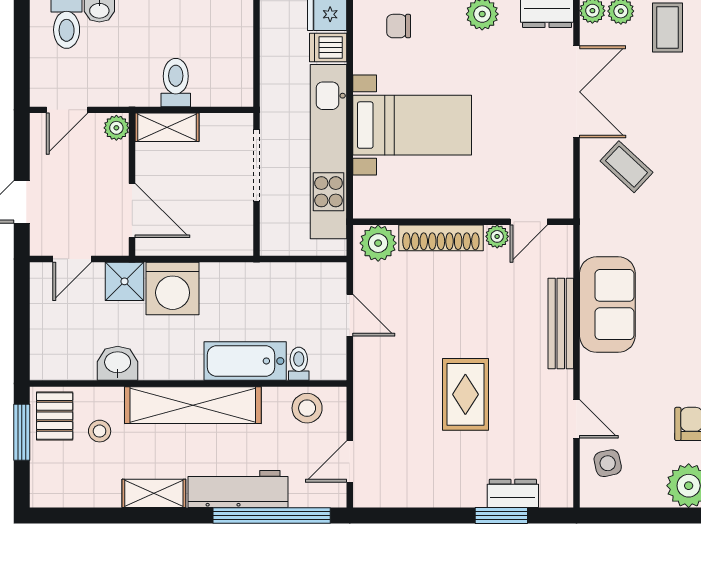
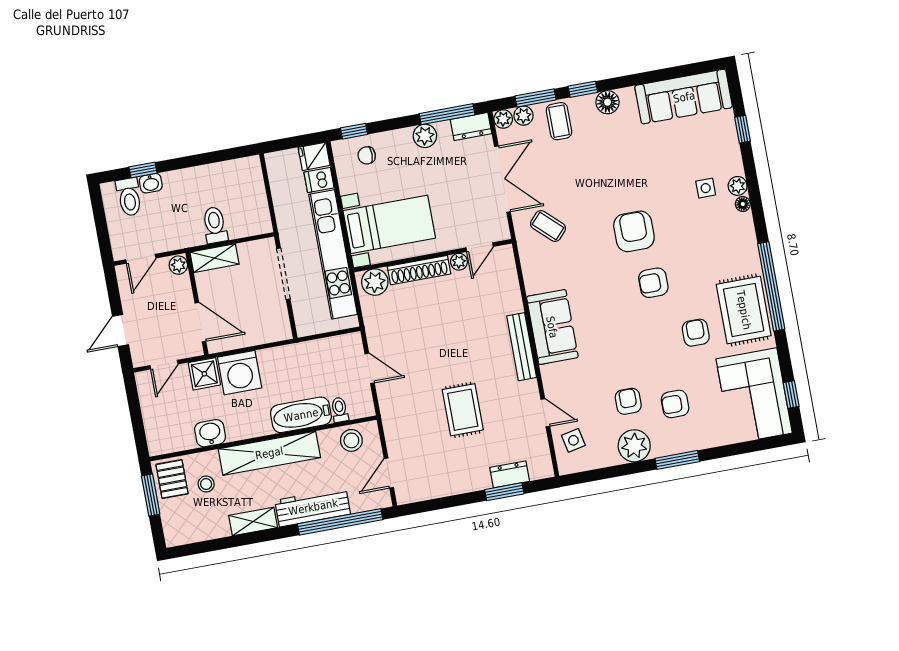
wall: (463, 222) -> (433, 256), moved
door: (529, 222) -> (480, 247), moved
plant: (497, 236) -> (459, 262), moved
shoe rack: (441, 238) -> (419, 270), moved
plant: (378, 243) -> (375, 282), moved

